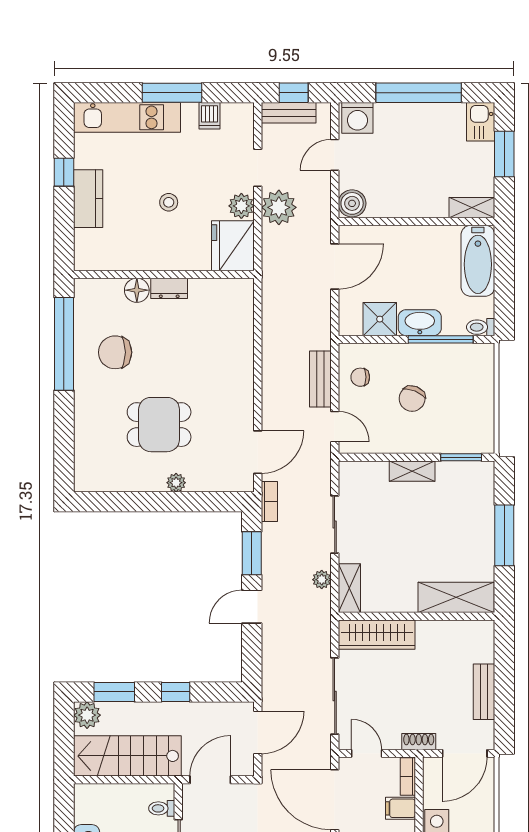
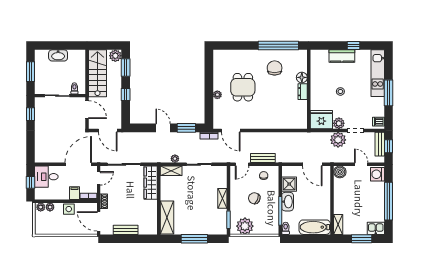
dishwasher: (209, 116) -> (378, 122), moved
plant: (476, 420) -> (245, 226), added

